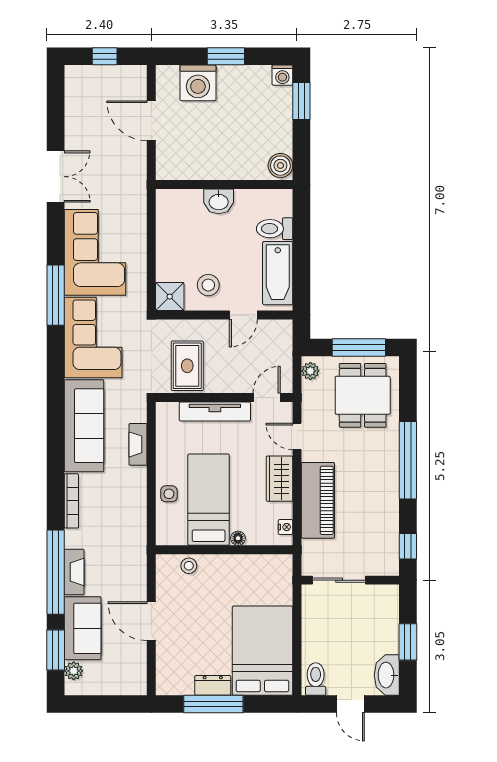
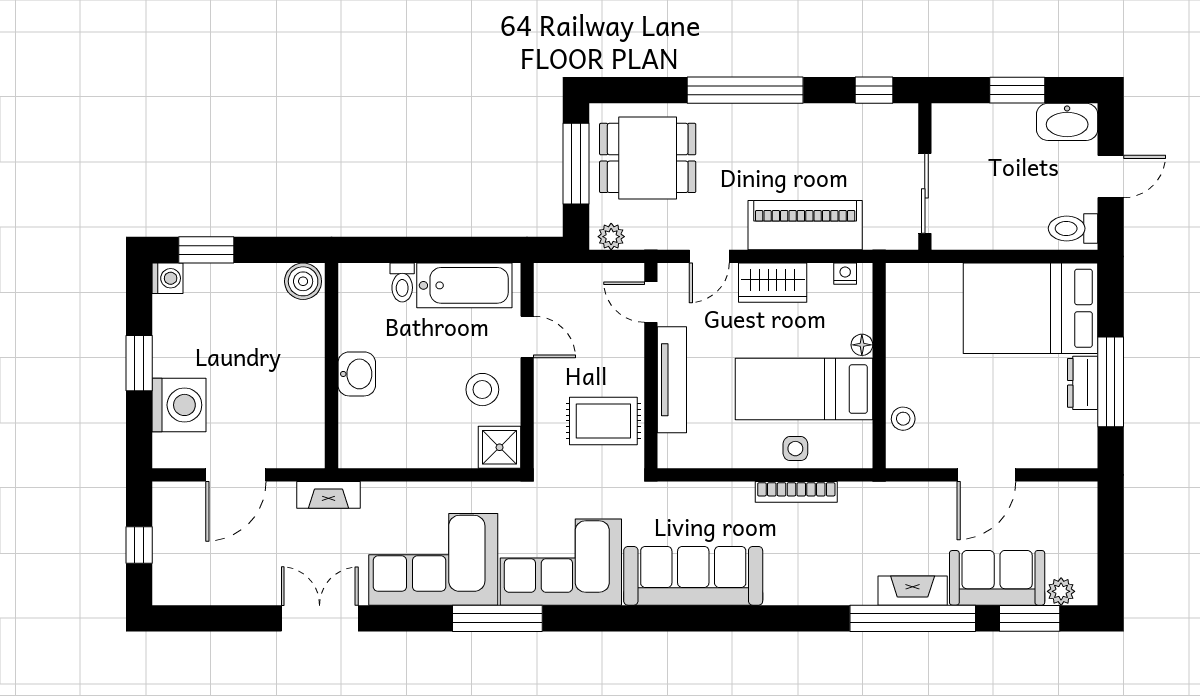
toilet: (275, 229) -> (402, 283), width x0.73, depth x0.72
fireplace: (138, 444) -> (329, 495), moved
bookcase: (71, 501) -> (796, 492), moved, turned 180

